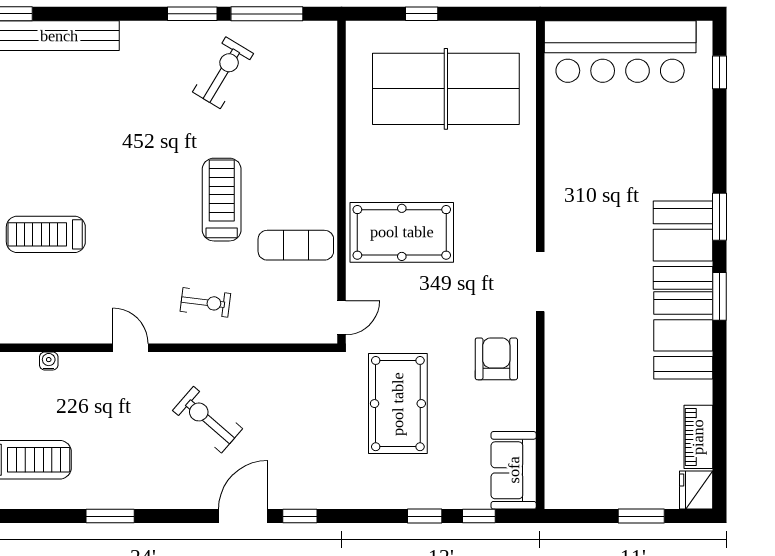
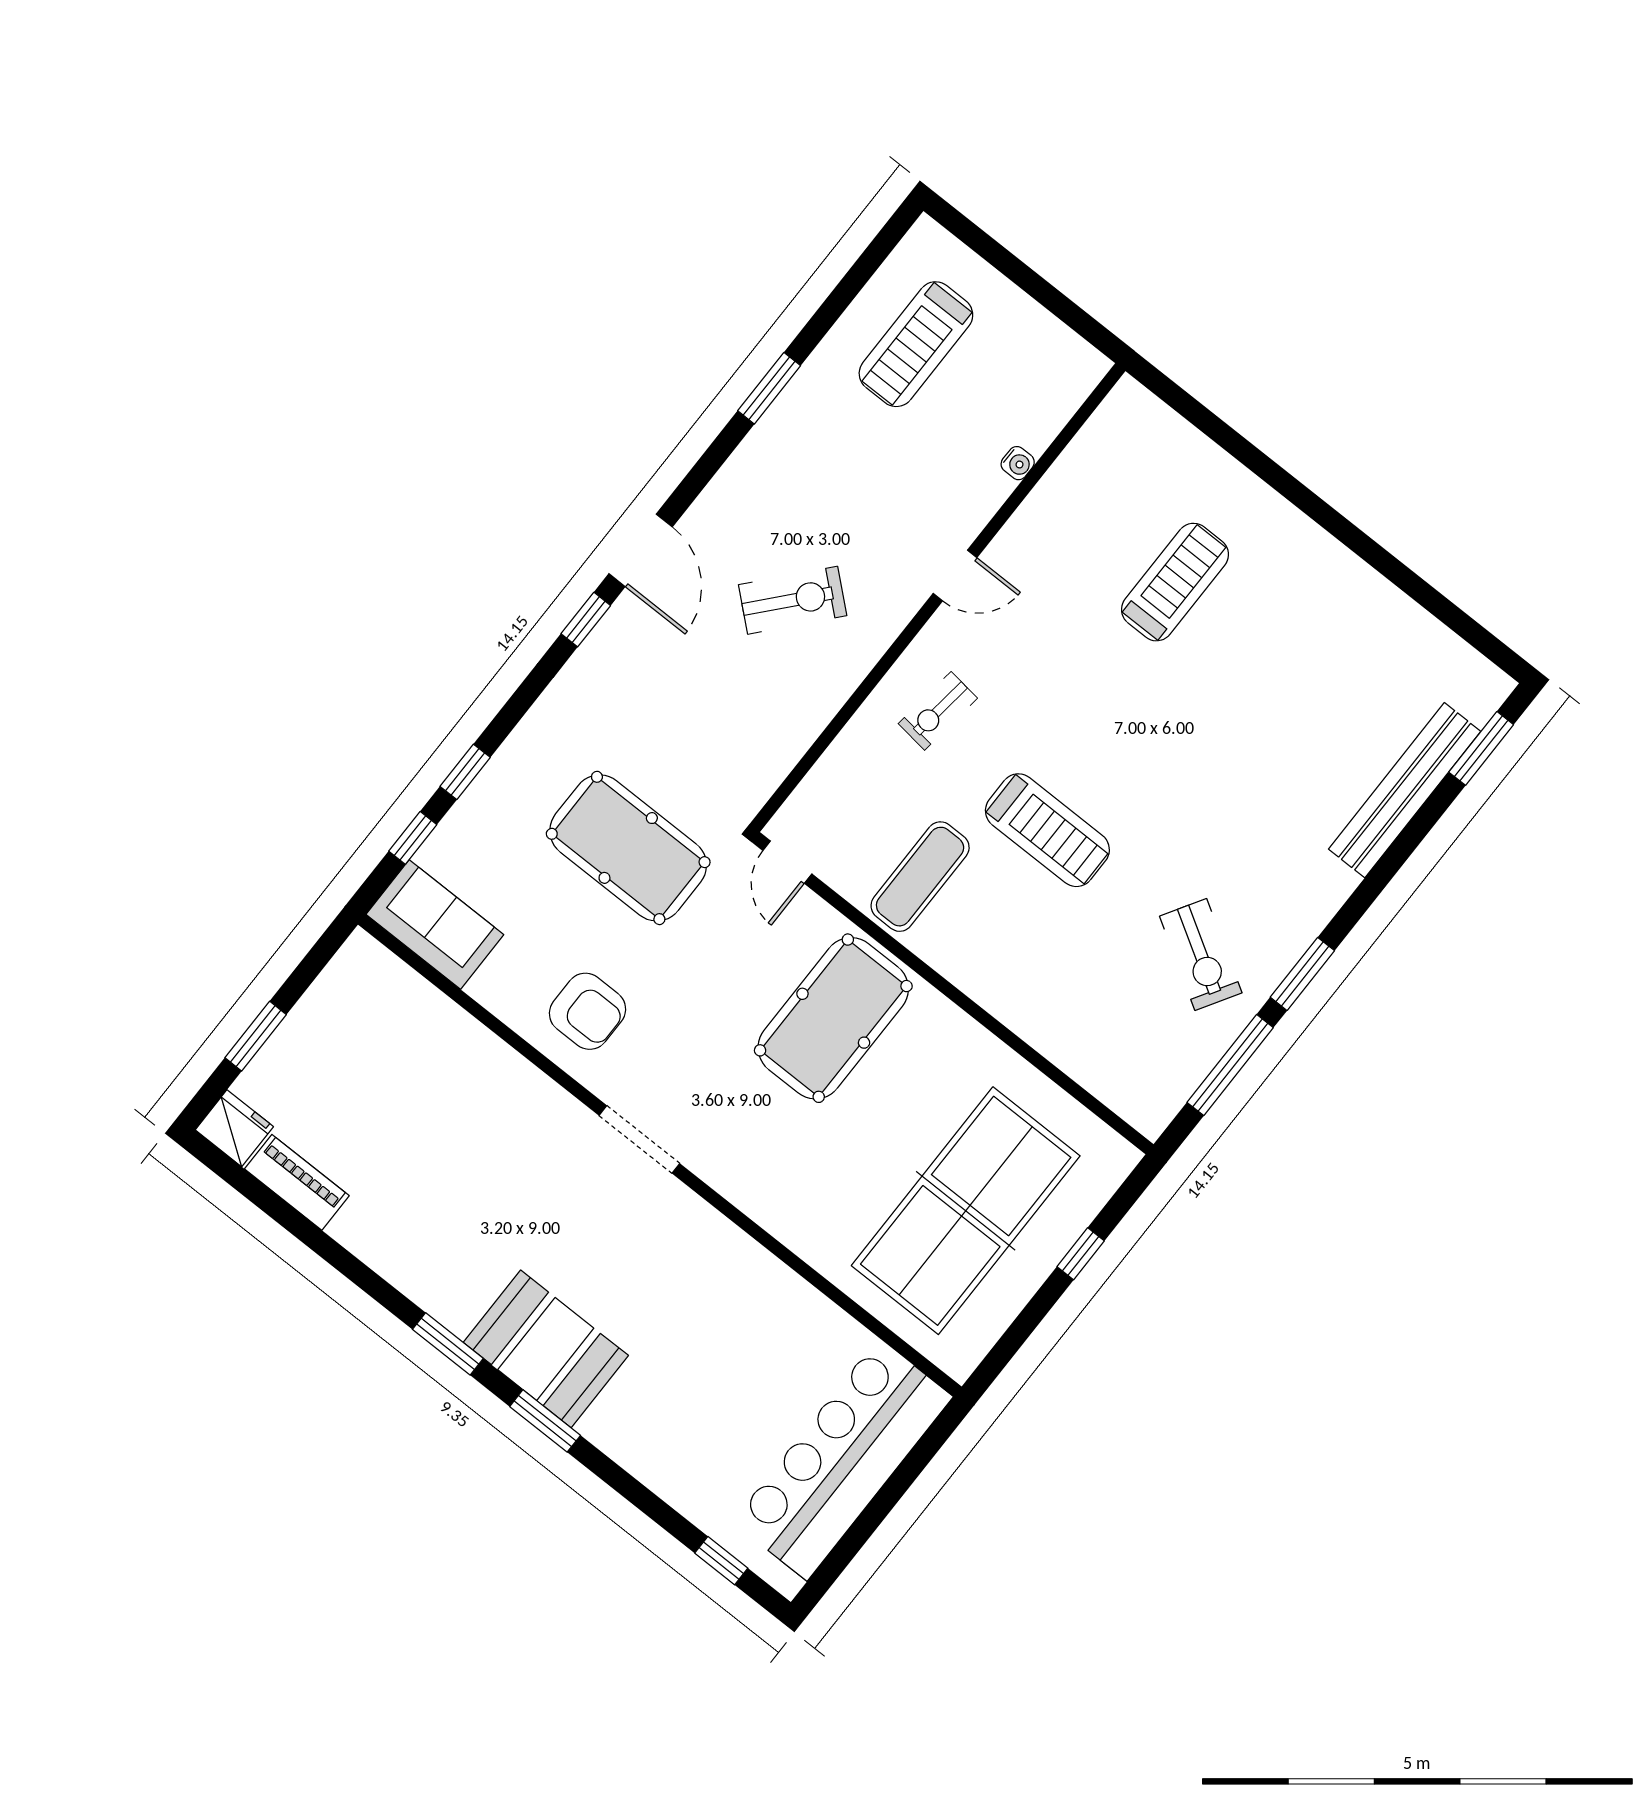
booth: (683, 335) -> (436, 1262), removed

